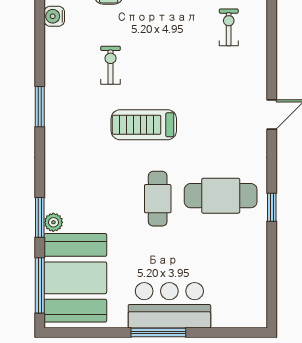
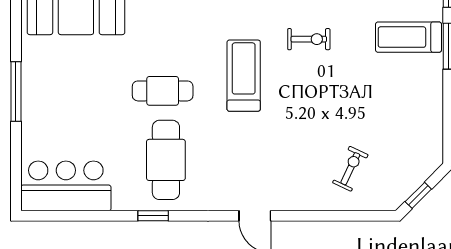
exercise bike: (229, 27) -> (350, 169), turned -65
bar counter: (169, 305) -> (66, 186), moved, turned -90

